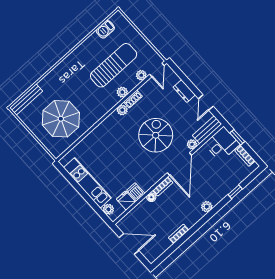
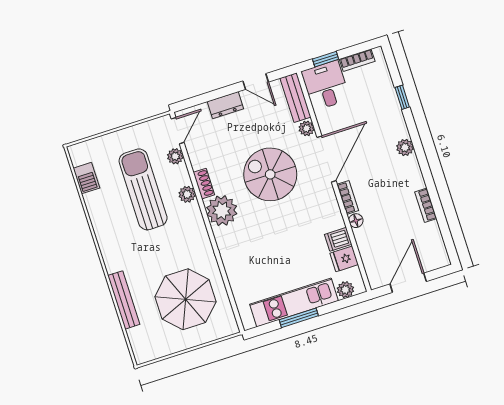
door: (157, 70) -> (178, 131), hinge flipped
bench: (26, 99) -> (124, 300), moved
plant: (122, 110) -> (222, 211), width x1.88, depth x1.88
door: (179, 164) -> (327, 159), hinge flipped
window: (80, 190) -> (299, 318), added

